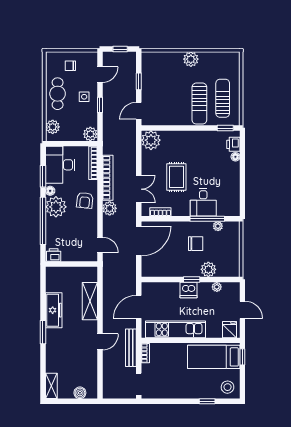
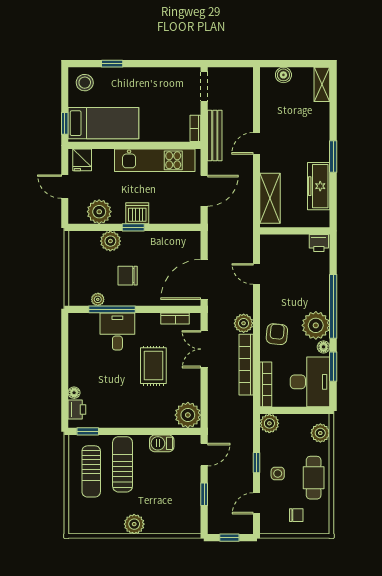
barbecue: (170, 119) -> (162, 443), added
printer: (54, 255) -> (319, 243), moved
wall: (71, 264) -> (295, 231), moved
plant: (217, 287) -> (99, 212), width x1.88, depth x1.88

